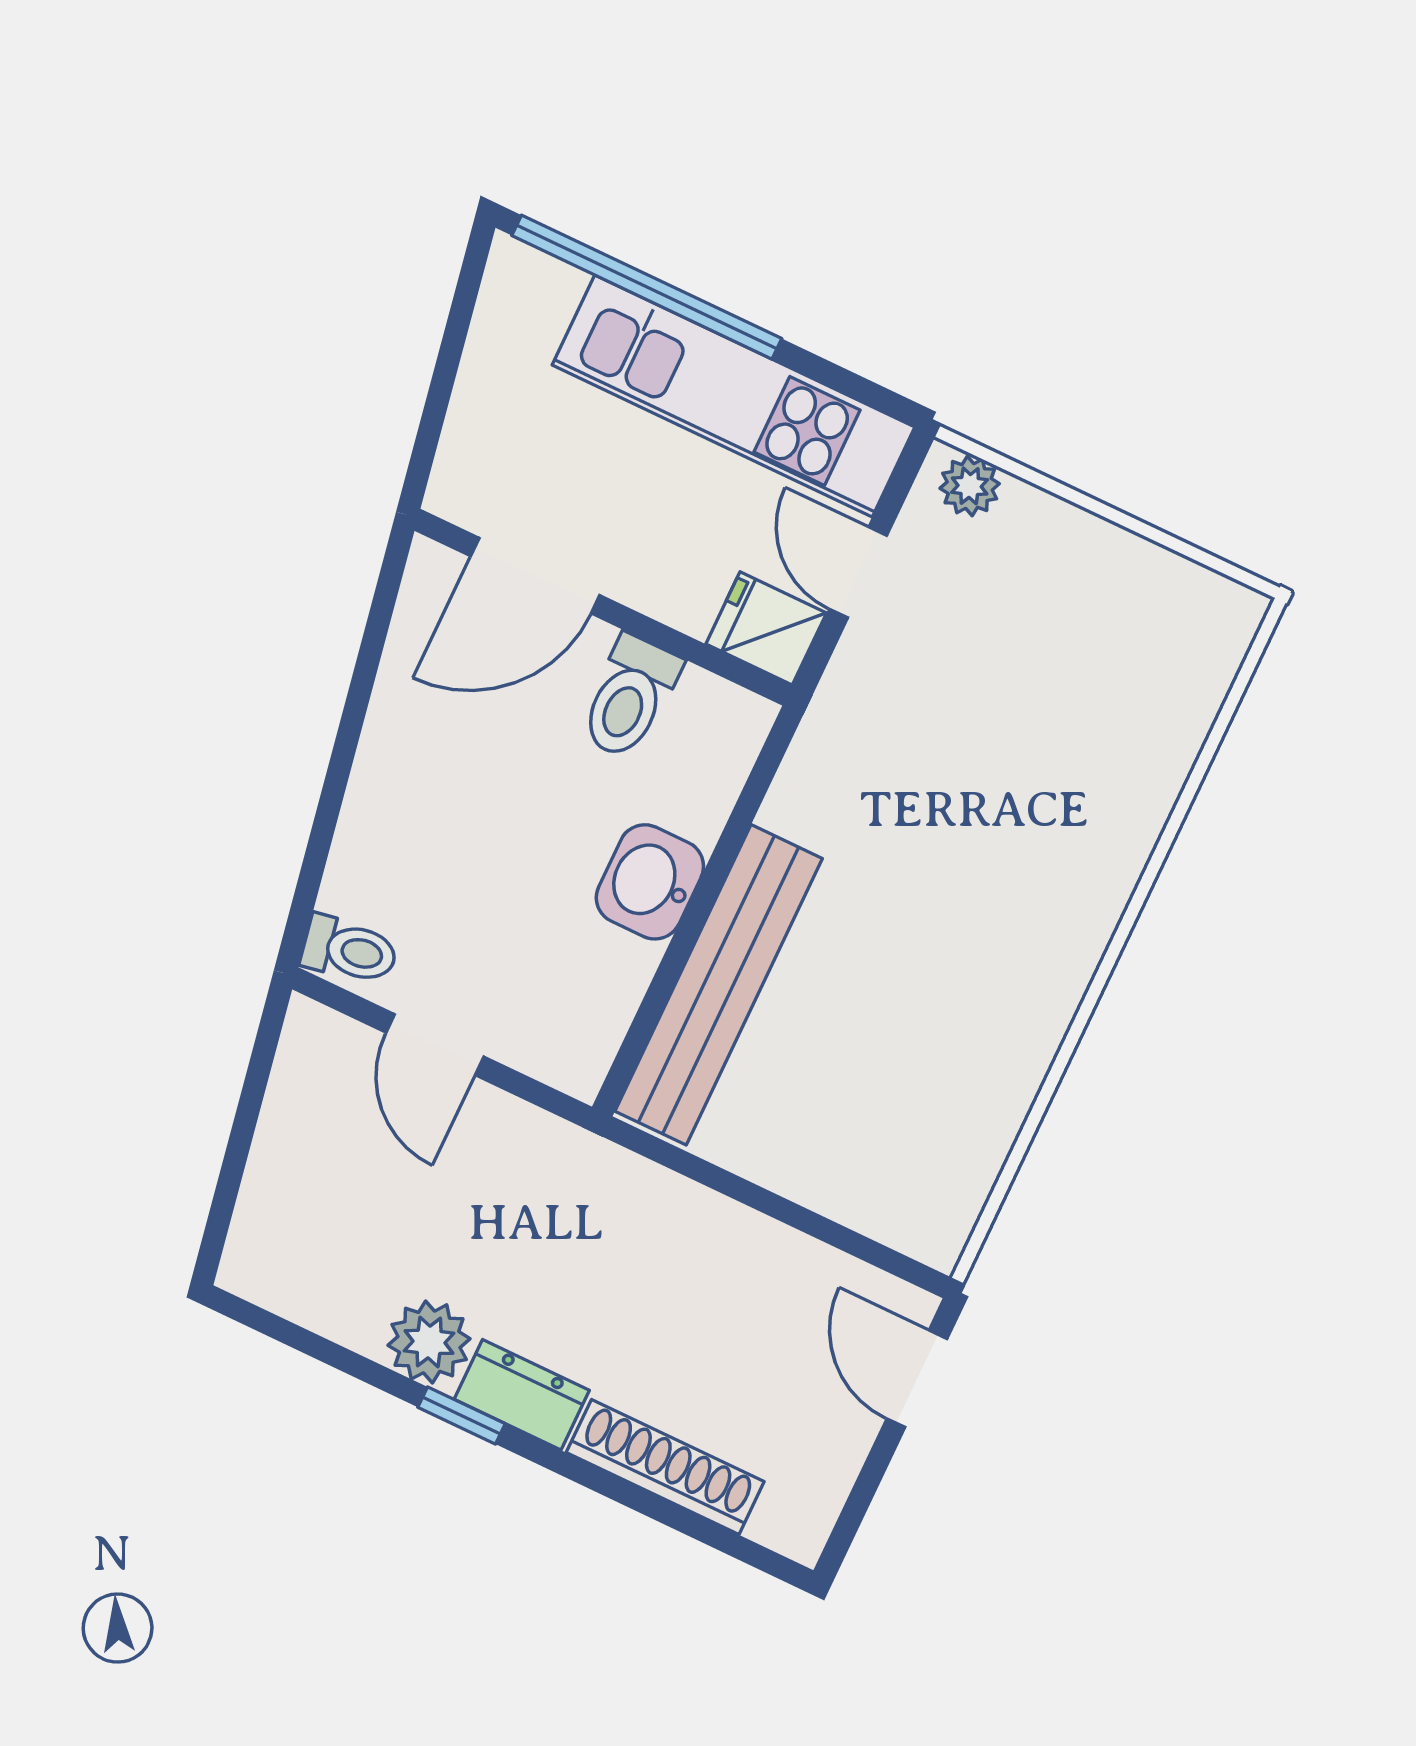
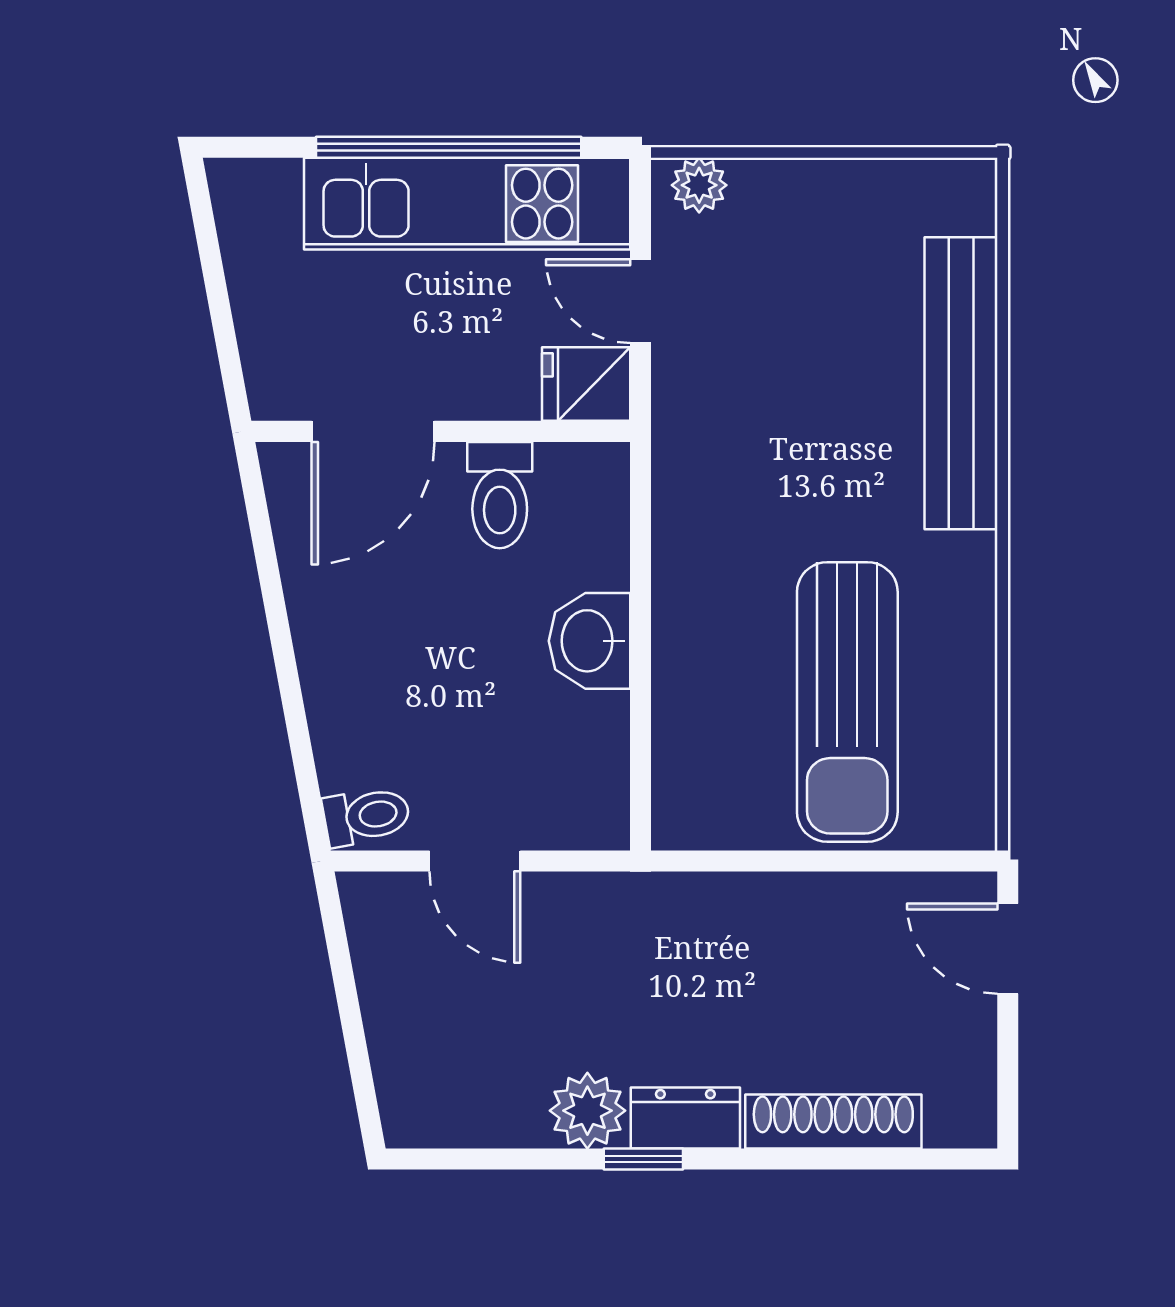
window: (647, 287) -> (449, 147), moved
bench: (719, 985) -> (961, 383), moved
sun lounger: (874, 1062) -> (847, 702), added

